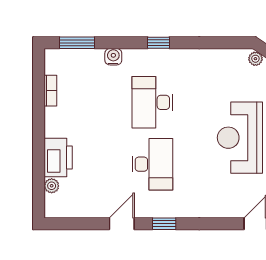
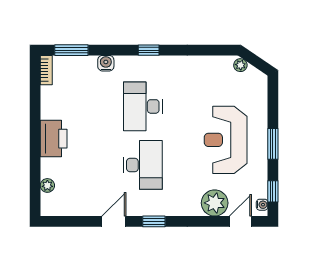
bookcase: (50, 91) -> (46, 70), moved
printer: (58, 157) -> (54, 139), moved
plant: (228, 204) -> (215, 203), added

